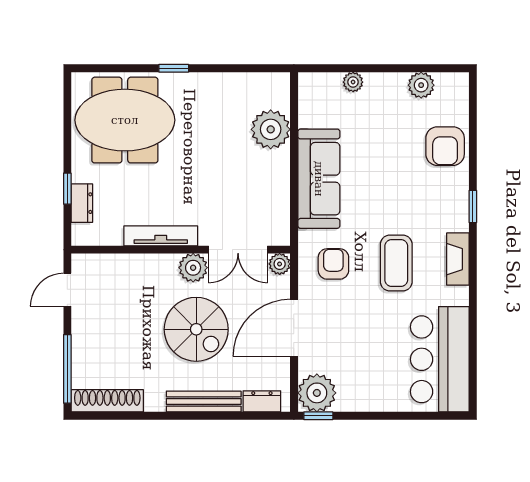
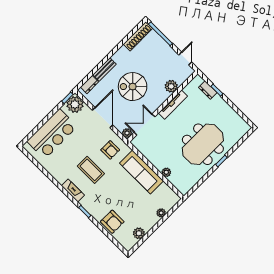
meeting table: (125, 120) -> (203, 144), moved
plant: (271, 129) -> (166, 172), width x0.53, depth x0.53
armchair: (445, 146) -> (112, 222), turned 180
plant: (193, 268) -> (171, 86), moved
bar counter: (440, 359) -> (52, 134), moved, turned 90
bench: (204, 402) -> (105, 69), width x0.73

